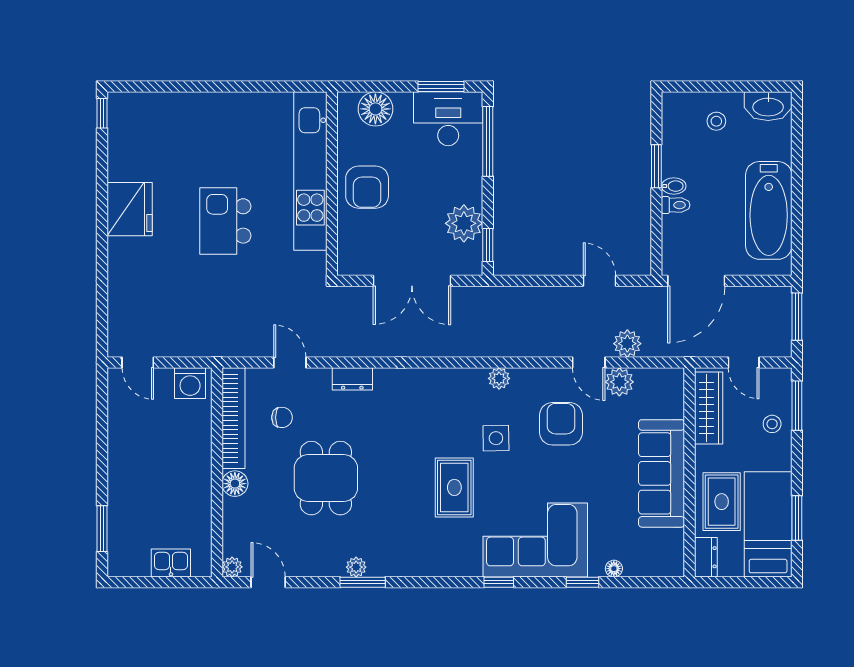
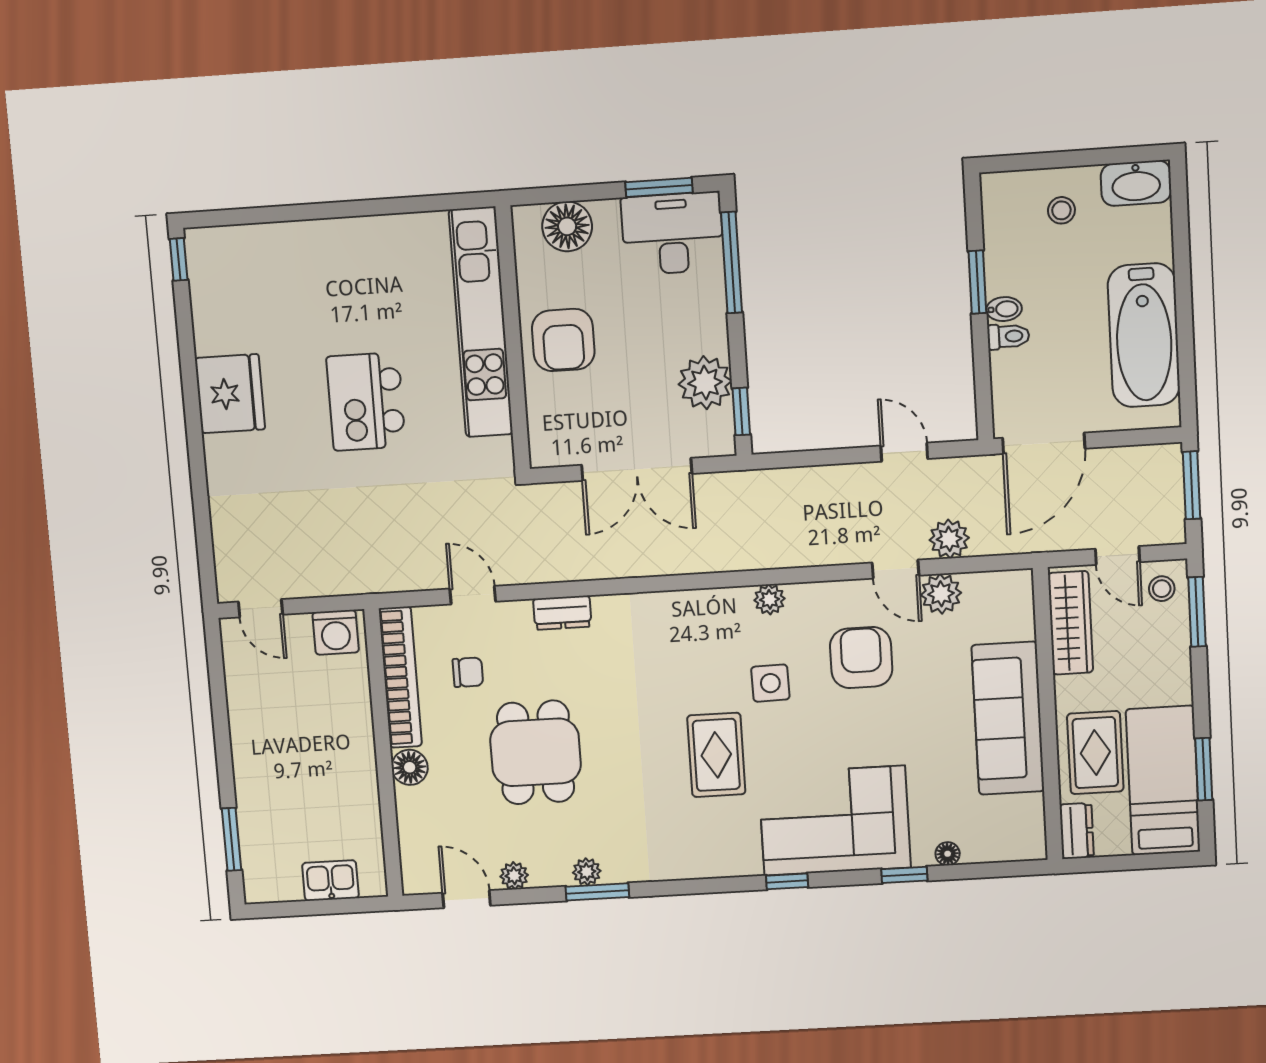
stool: (772, 424) -> (1162, 589), moved
plant: (232, 567) -> (514, 876), moved

